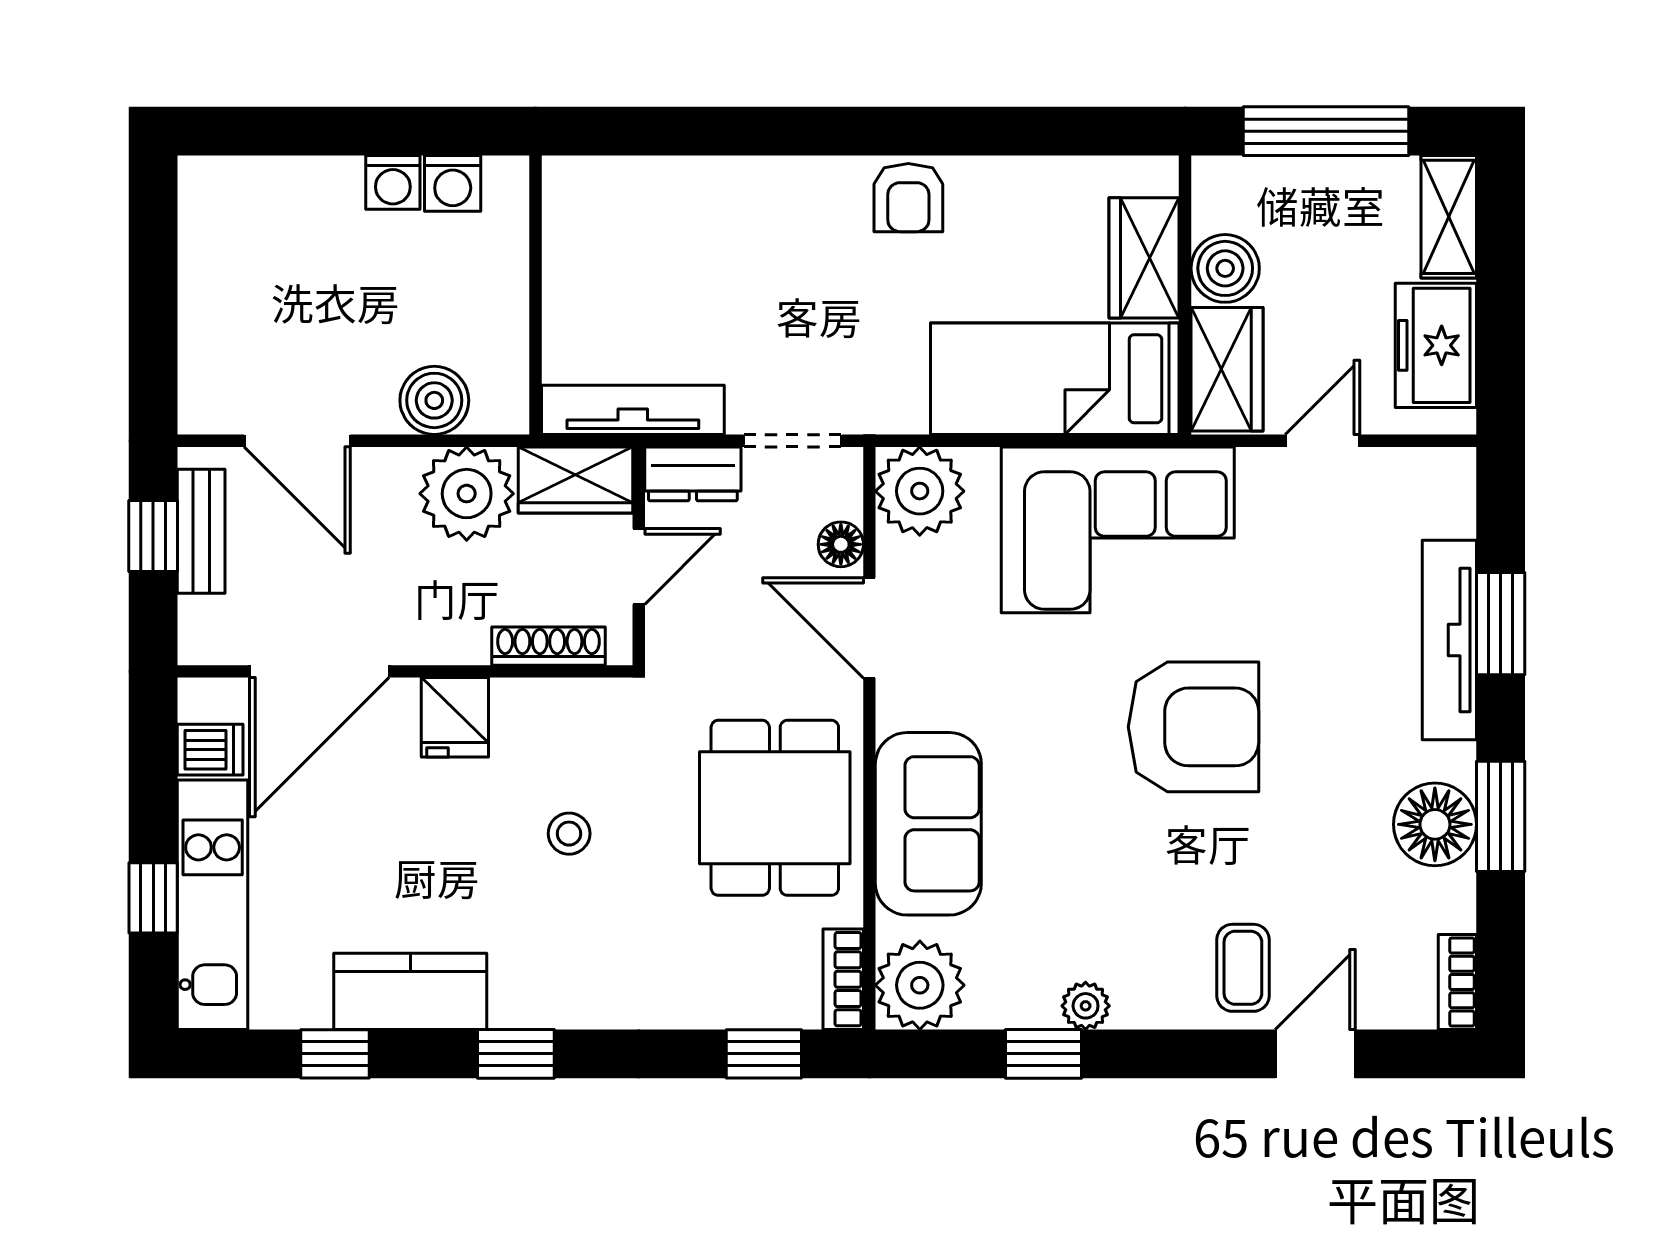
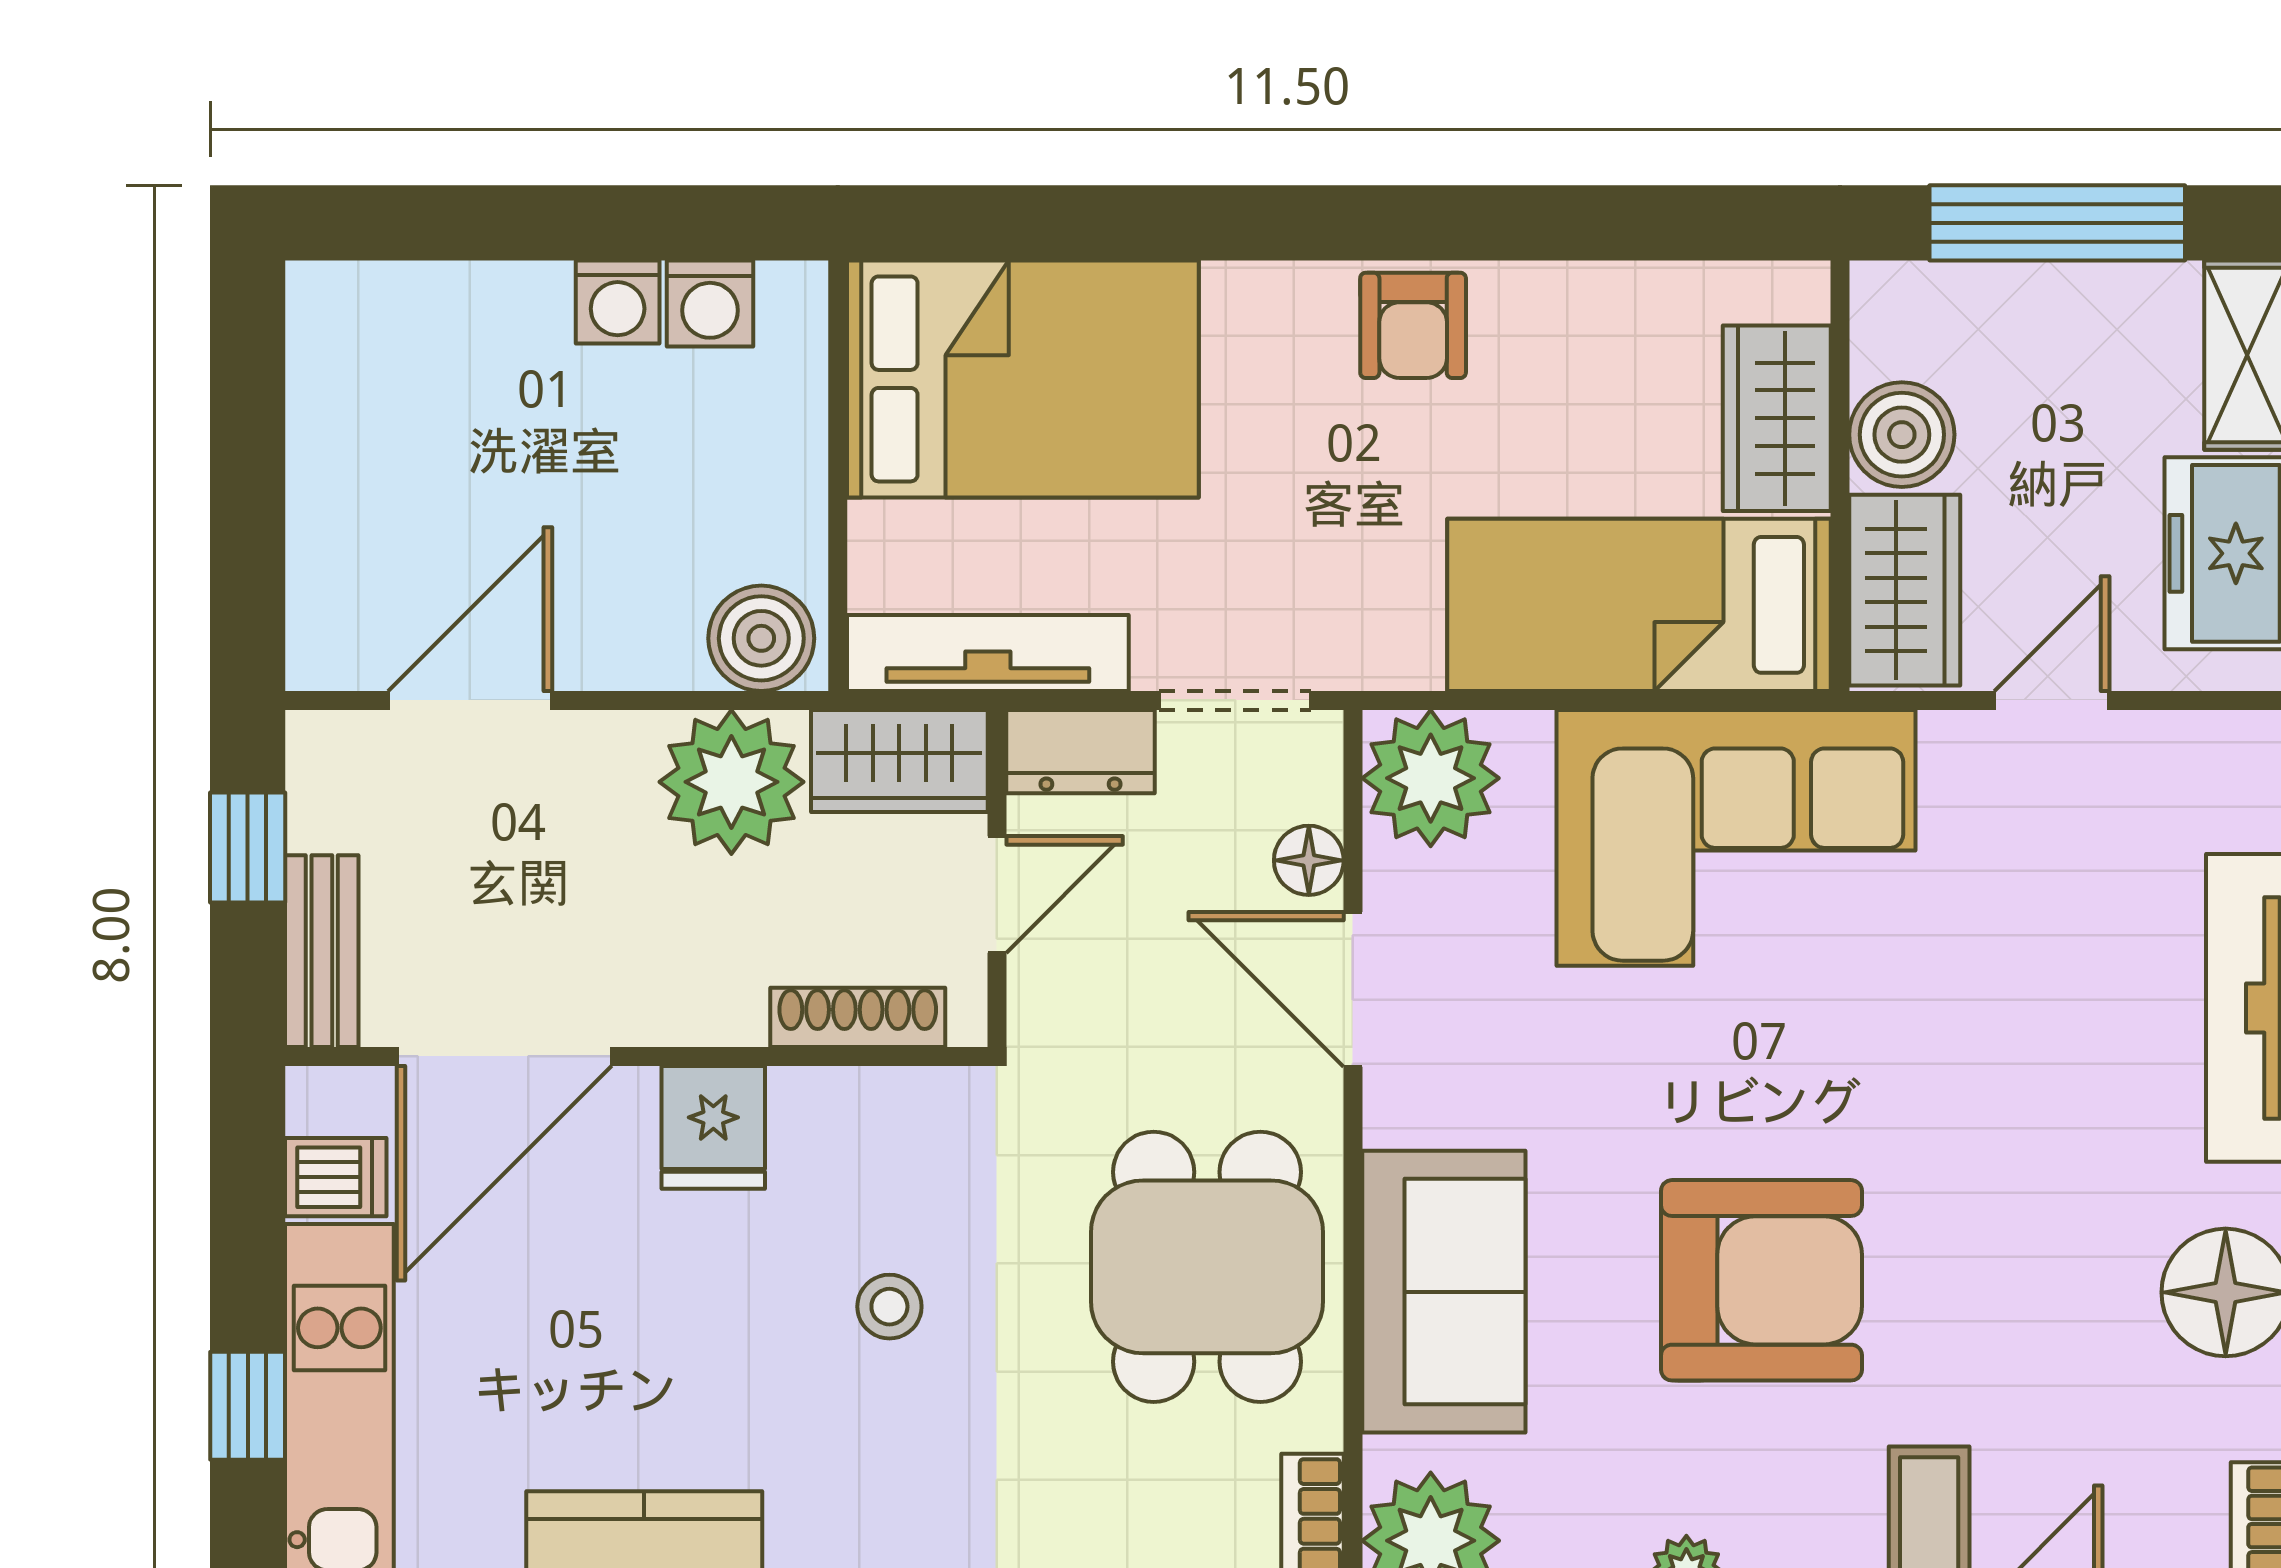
bed: (656, 232) -> (1023, 379), added
boiler: (434, 400) -> (761, 638), moved
door: (297, 441) -> (470, 700), swing flipped
bench: (201, 531) -> (322, 951), moved
armchair: (1193, 727) -> (1761, 1280), moved

